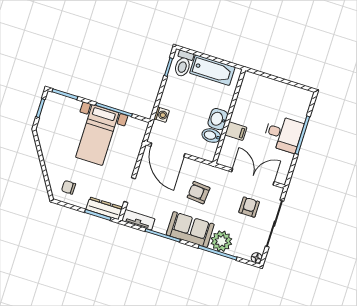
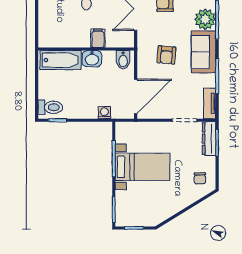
bathtub: (212, 70) -> (61, 60), moved, turned 90
bidet: (211, 136) -> (123, 60), moved

